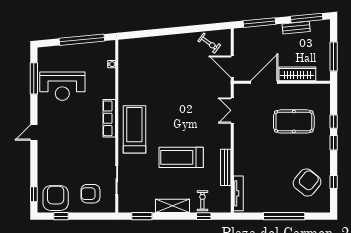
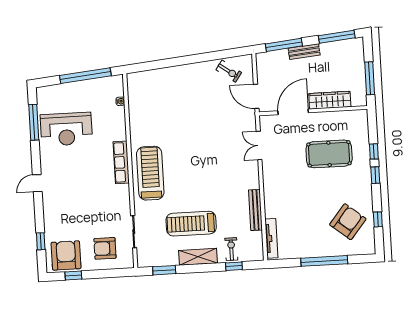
bench: (296, 28) -> (304, 52), moved
treadmill: (181, 157) -> (191, 224), moved
window: (34, 194) -> (41, 241), moved

